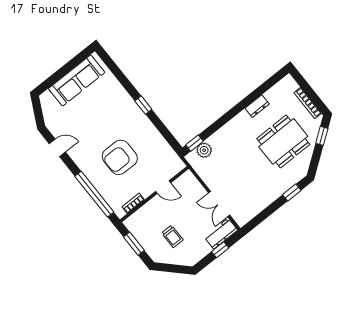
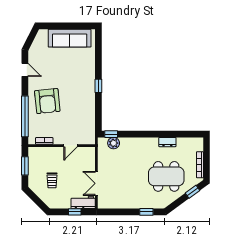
armchair: (120, 157) -> (47, 101), moved, turned -96
door: (163, 187) -> (70, 146), hinge flipped

